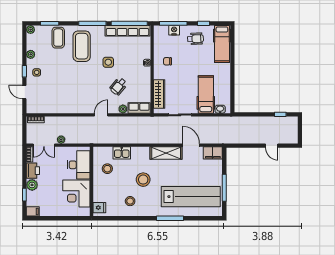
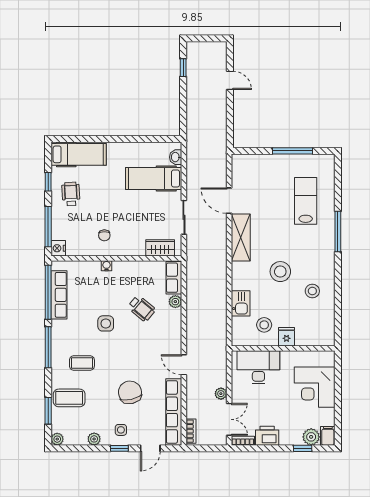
nightstand: (174, 30) -> (58, 248), moved
row of seats: (127, 31) -> (59, 295), width x0.73
coffee table: (82, 46) -> (82, 363), width x0.54, depth x0.58
chair: (62, 78) -> (130, 392), added
wardrobe: (159, 94) -> (160, 248), width x0.67
row of seats: (49, 108) -> (174, 412), added
door: (101, 115) -> (184, 365), moved
door: (191, 145) -> (229, 201), hinge flipped
door: (272, 146) -> (230, 80), hinge flipped
filing cabinet: (213, 153) -> (241, 168), removed
plant: (32, 185) -> (311, 437), moved
corner desk: (76, 194) -> (315, 387), moved, turned 90
lab bench: (191, 197) -> (306, 201), width x0.54, depth x0.72
fridge: (99, 208) -> (287, 337), moved

